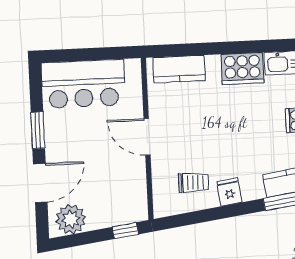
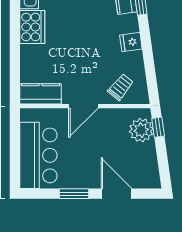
kitchen counter: (179, 69) -> (41, 94), moved, turned -90
trolley: (193, 183) -> (121, 87), moved, turned 39
plant: (71, 219) -> (141, 130), moved

